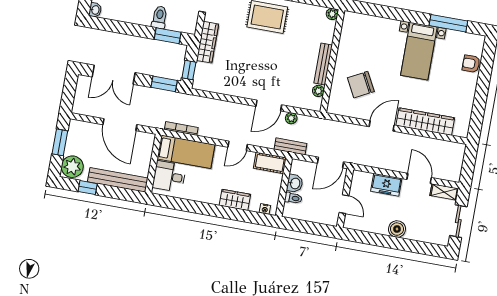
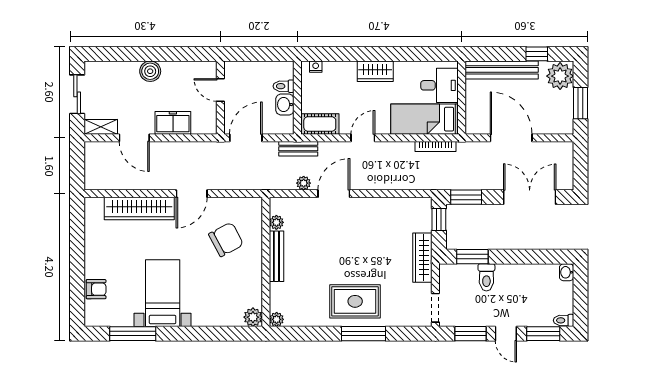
plant: (351, 19) -> (253, 317), added
wardrobe: (235, 200) -> (375, 71), moved

